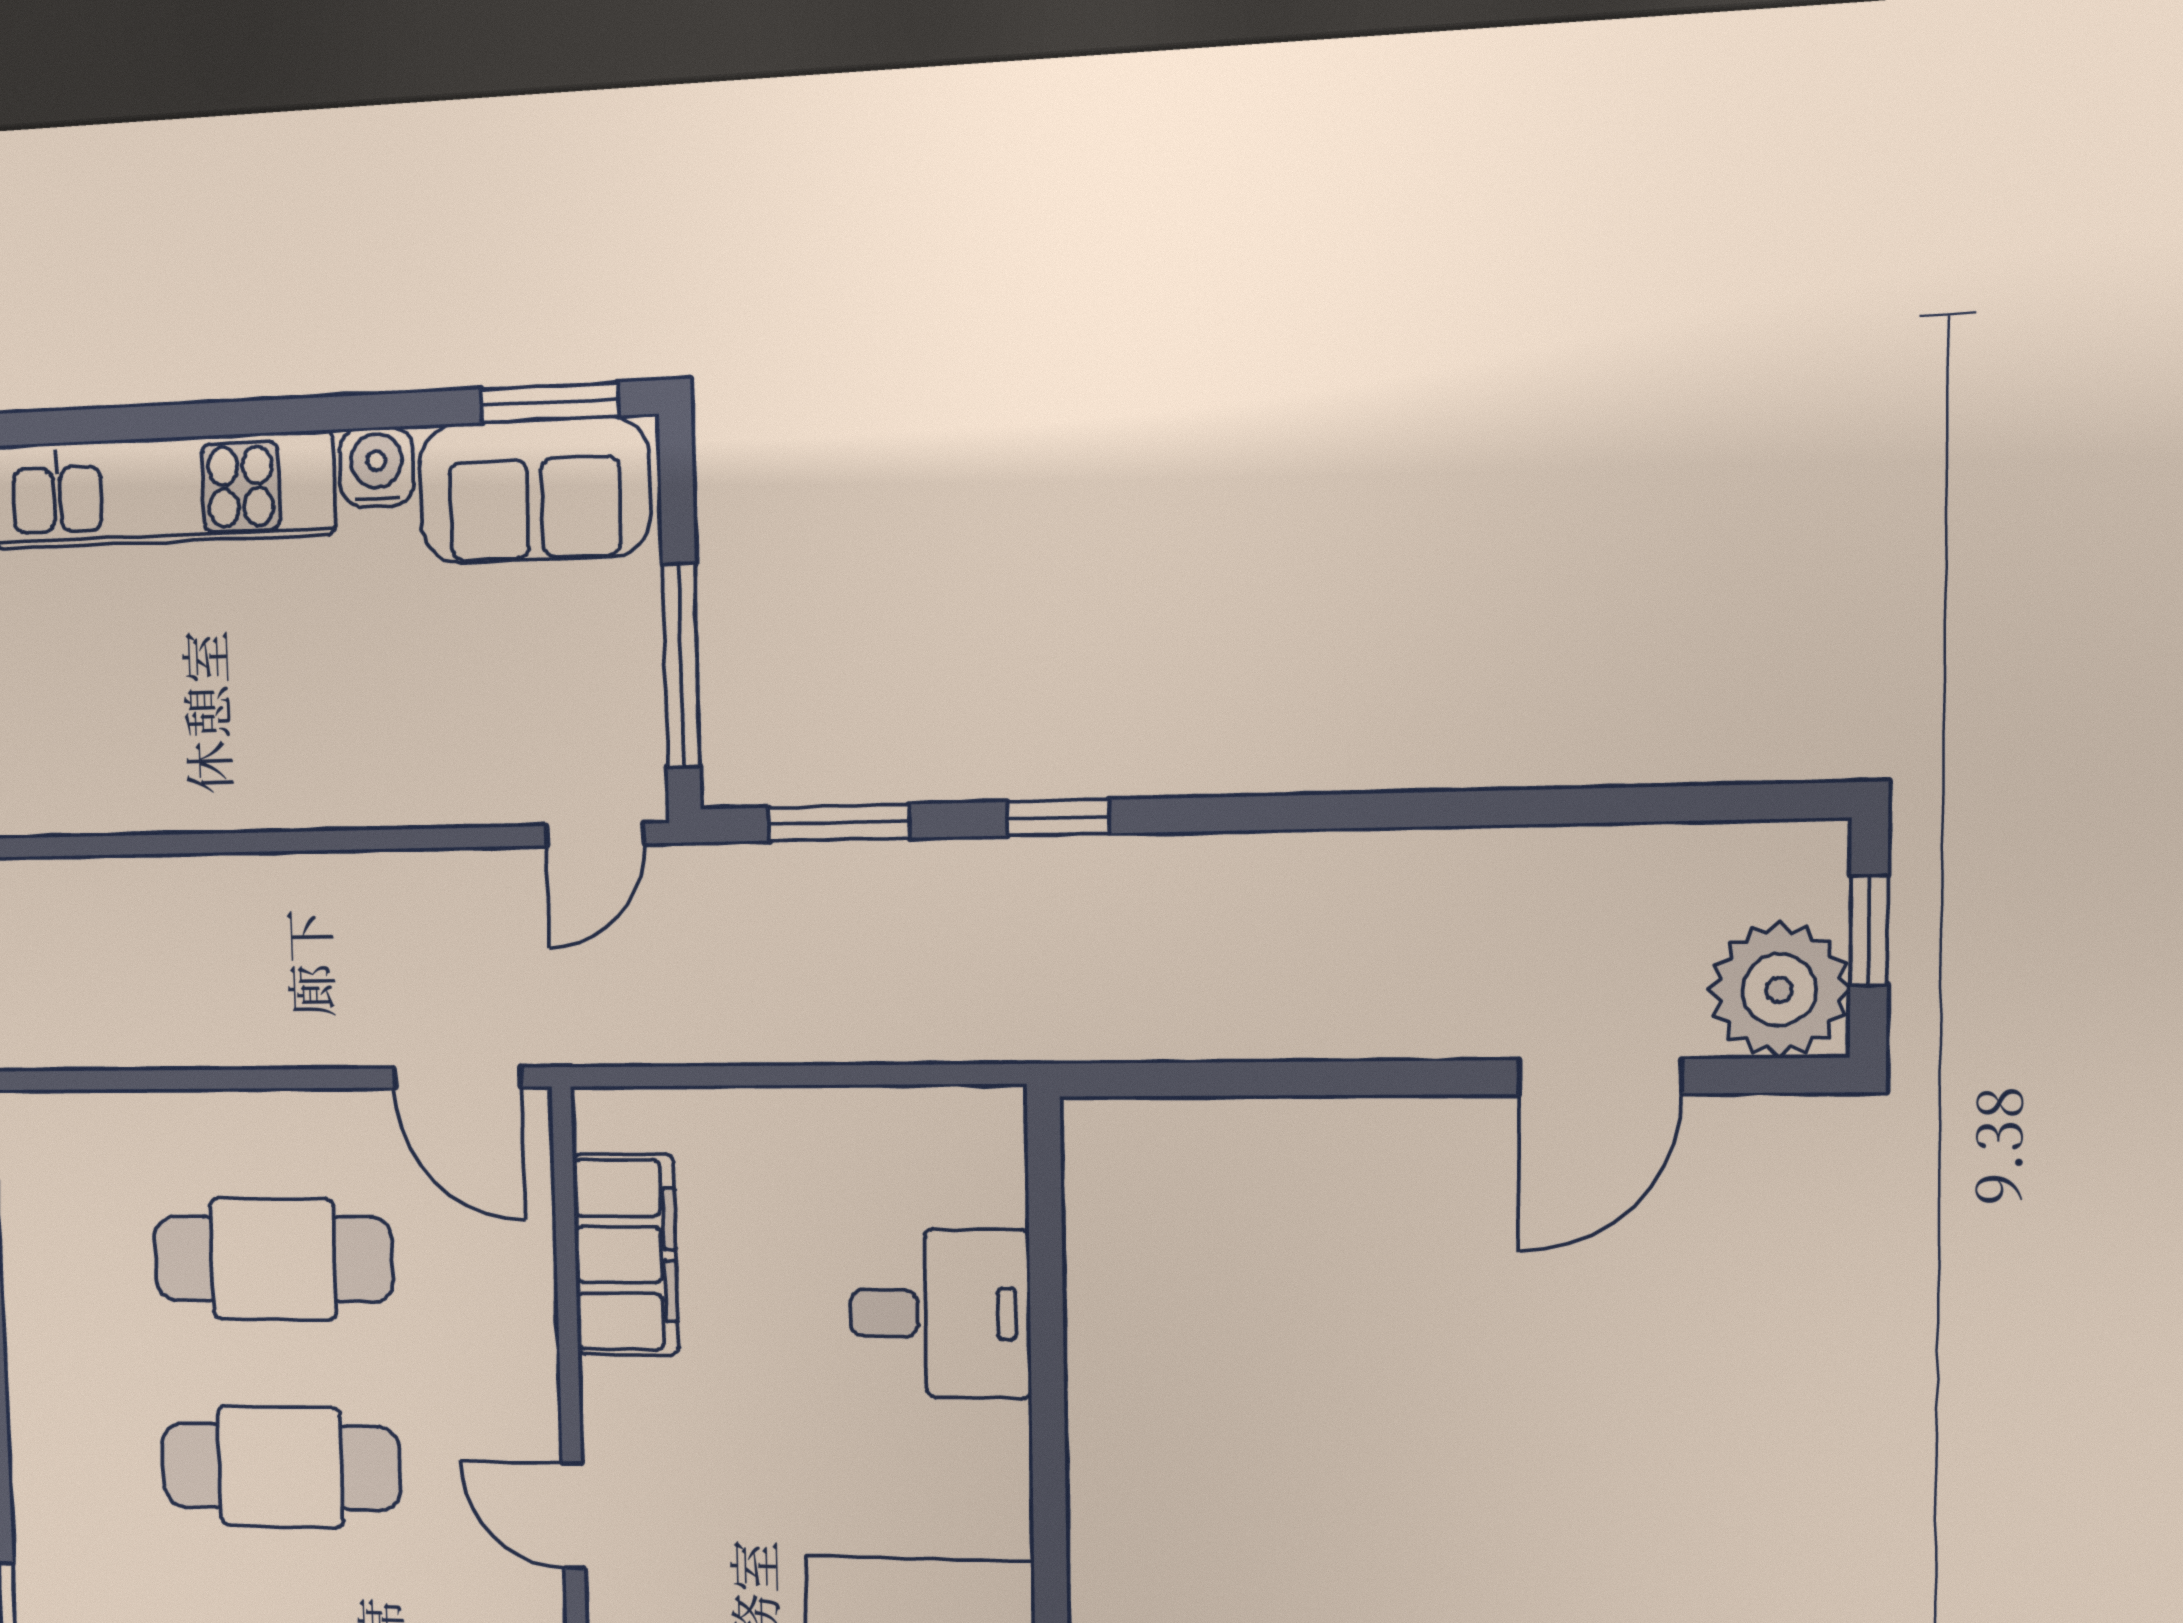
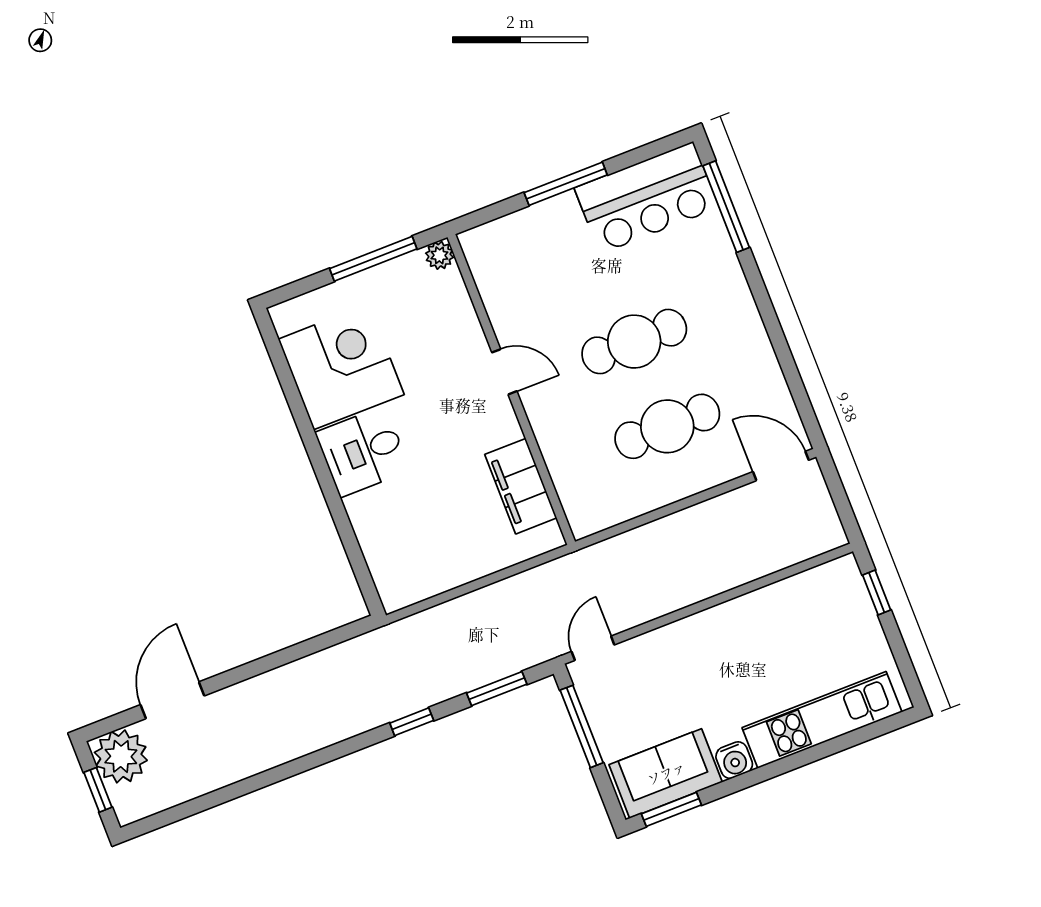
door: (457, 1078) -> (781, 466), moved
desk: (940, 1314) -> (363, 452), moved

